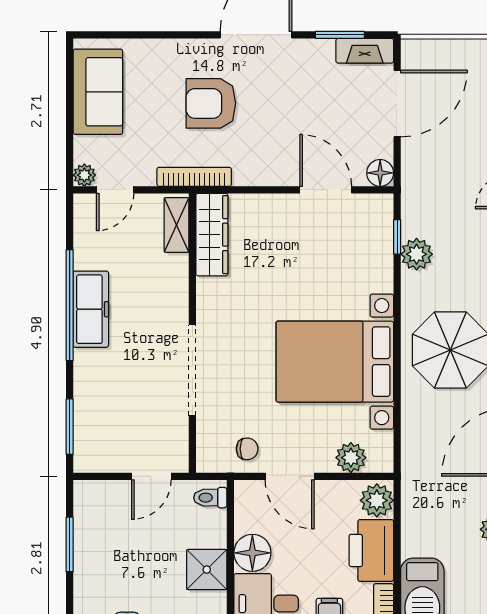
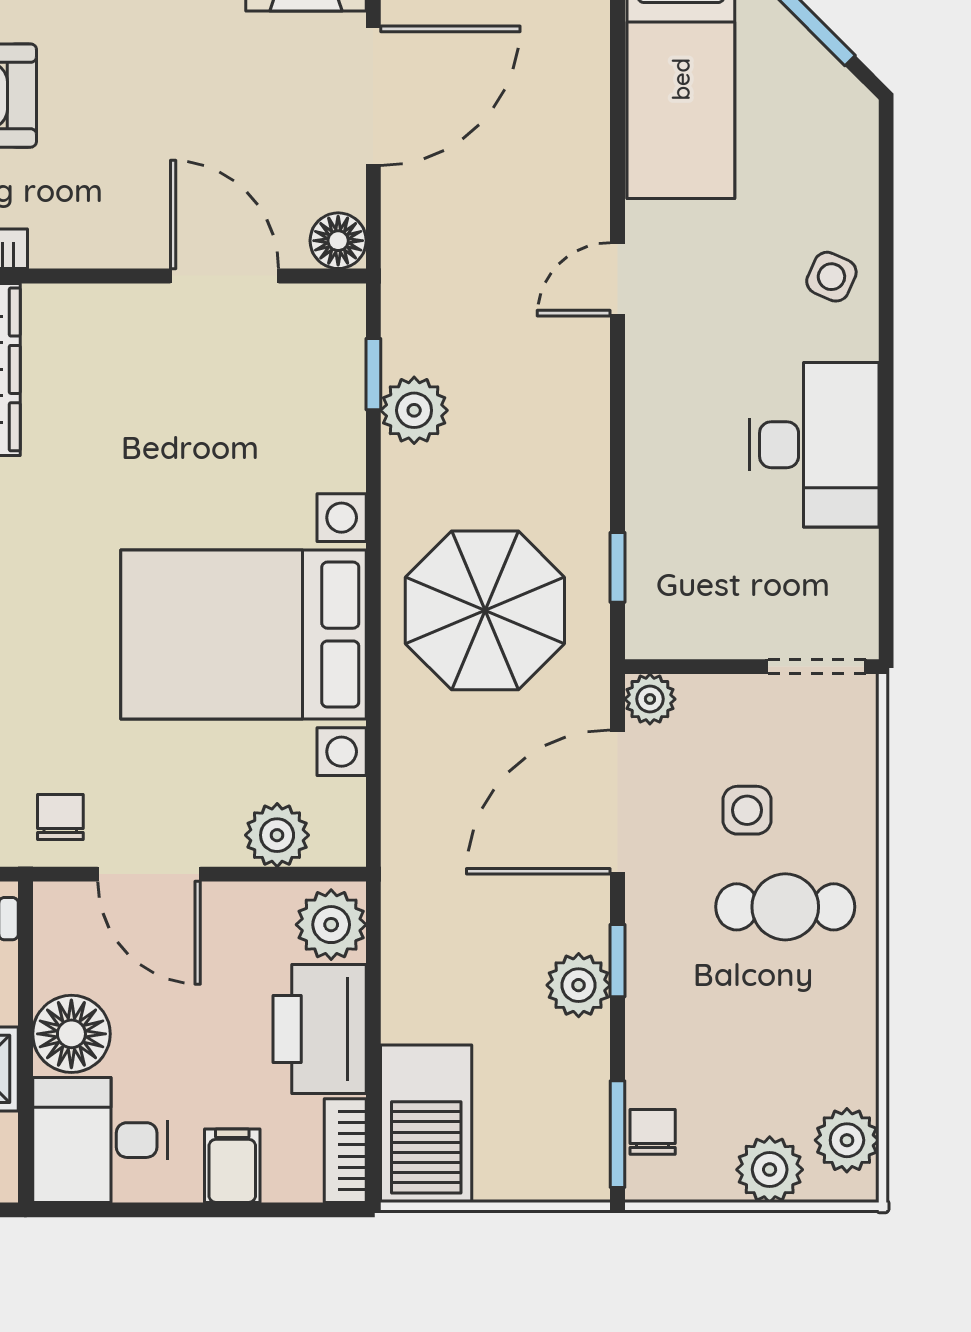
chair: (247, 449) -> (60, 817), turned -90

